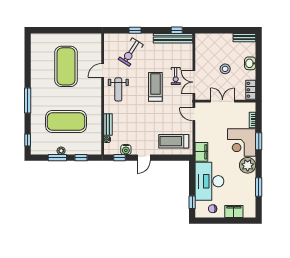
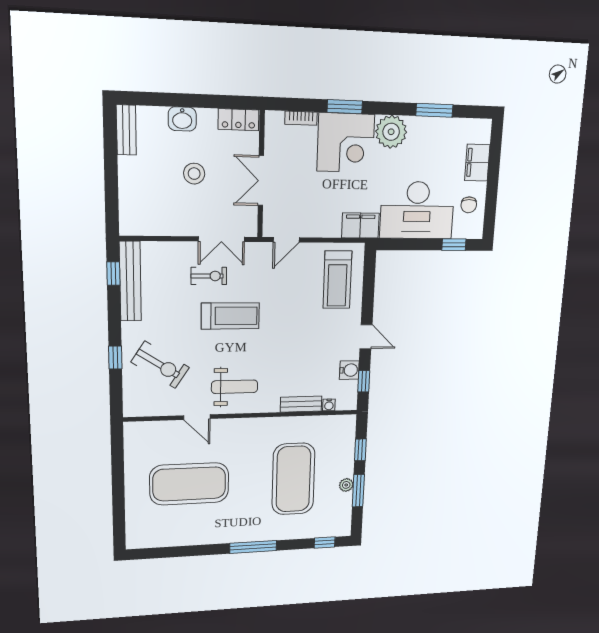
treadmill: (155, 87) -> (230, 316), turned 180

